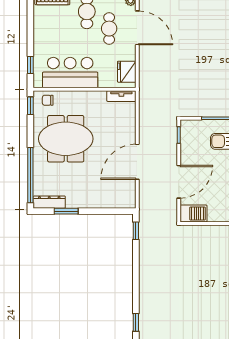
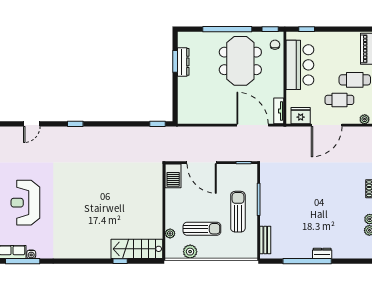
door: (137, 28) -> (327, 125), moved
door: (137, 162) -> (253, 125), moved
window: (30, 175) -> (227, 29), moved
dresser: (49, 202) -> (183, 62), moved

